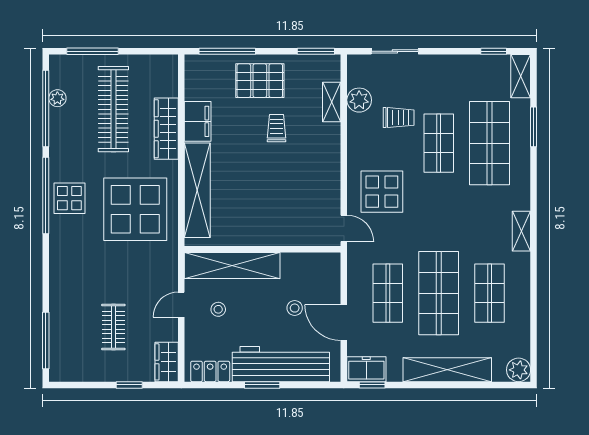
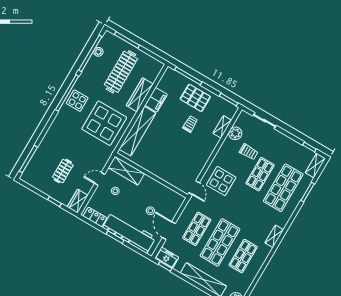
shelving: (232, 266) -> (126, 171), width x0.68

